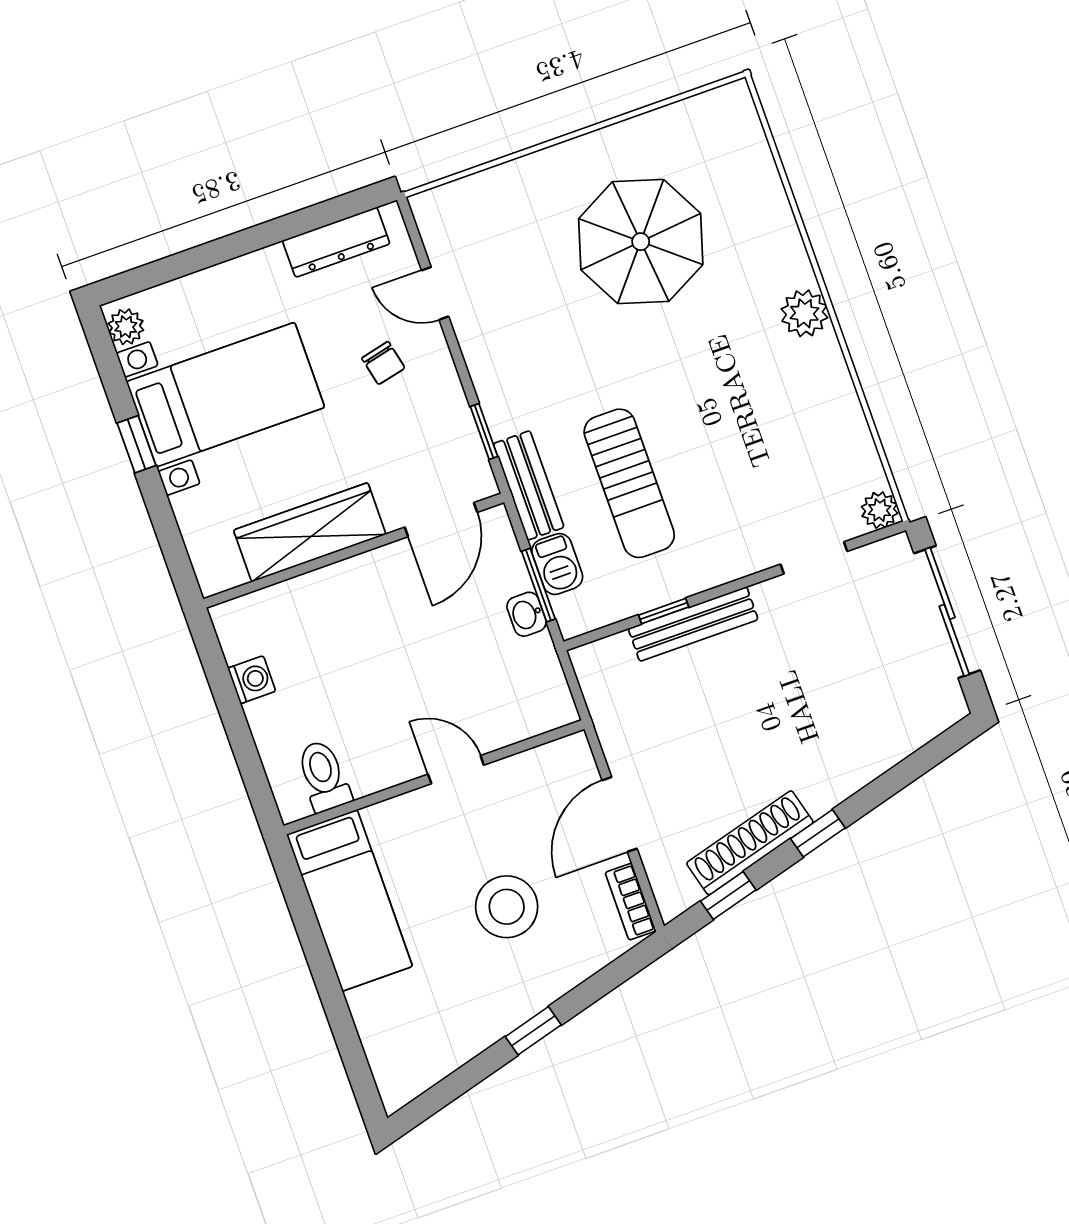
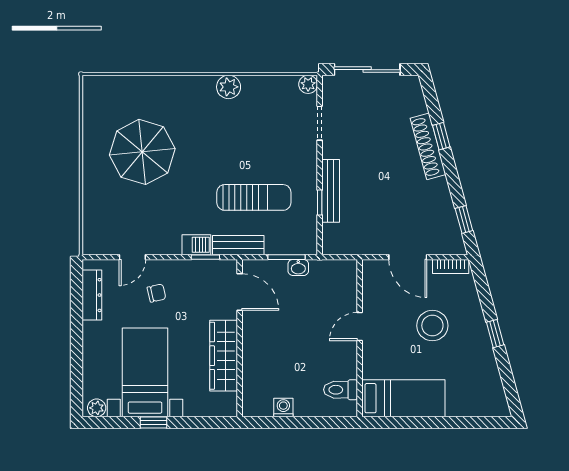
plant: (804, 313) -> (229, 87), moved
barbecue: (557, 564) -> (196, 245), moved
window: (818, 833) -> (441, 136), moved
shoe rack: (750, 843) -> (428, 146), moved

